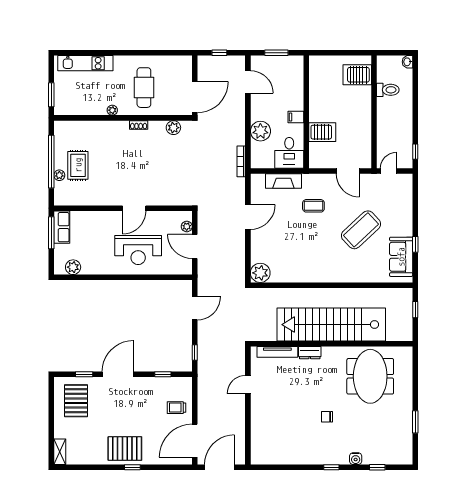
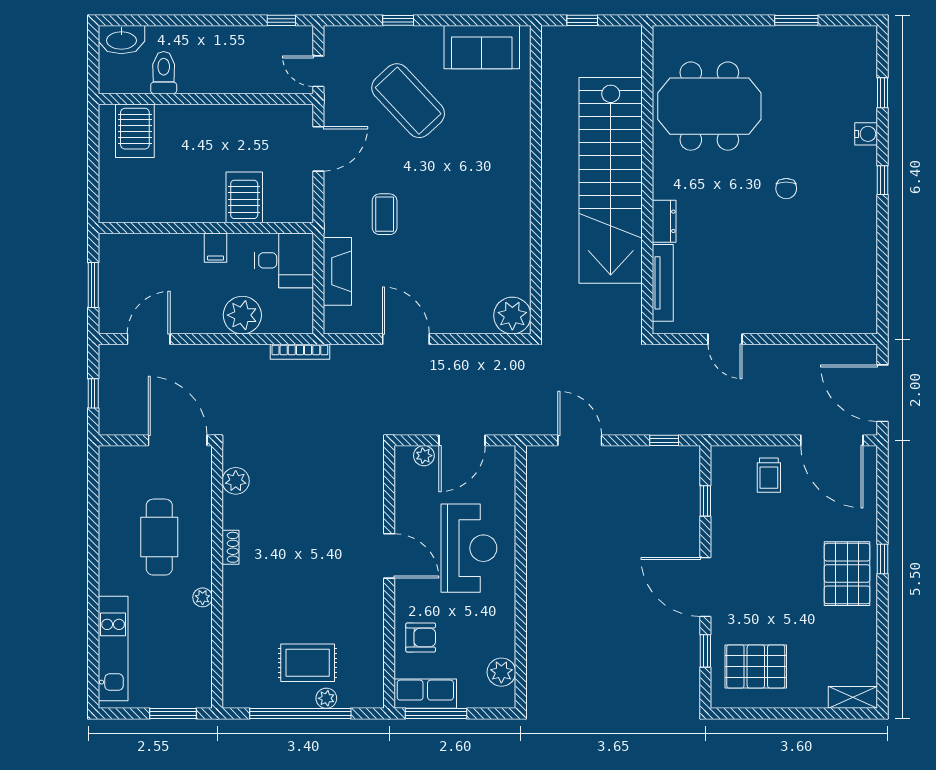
washbasin: (407, 62) -> (121, 40), width x1.91, depth x1.45
cafe table: (144, 88) -> (159, 537), turned 90
armchair: (91, 225) -> (421, 637), added
coffee table: (361, 230) -> (408, 101), moved
window: (415, 244) -> (398, 20), moved

